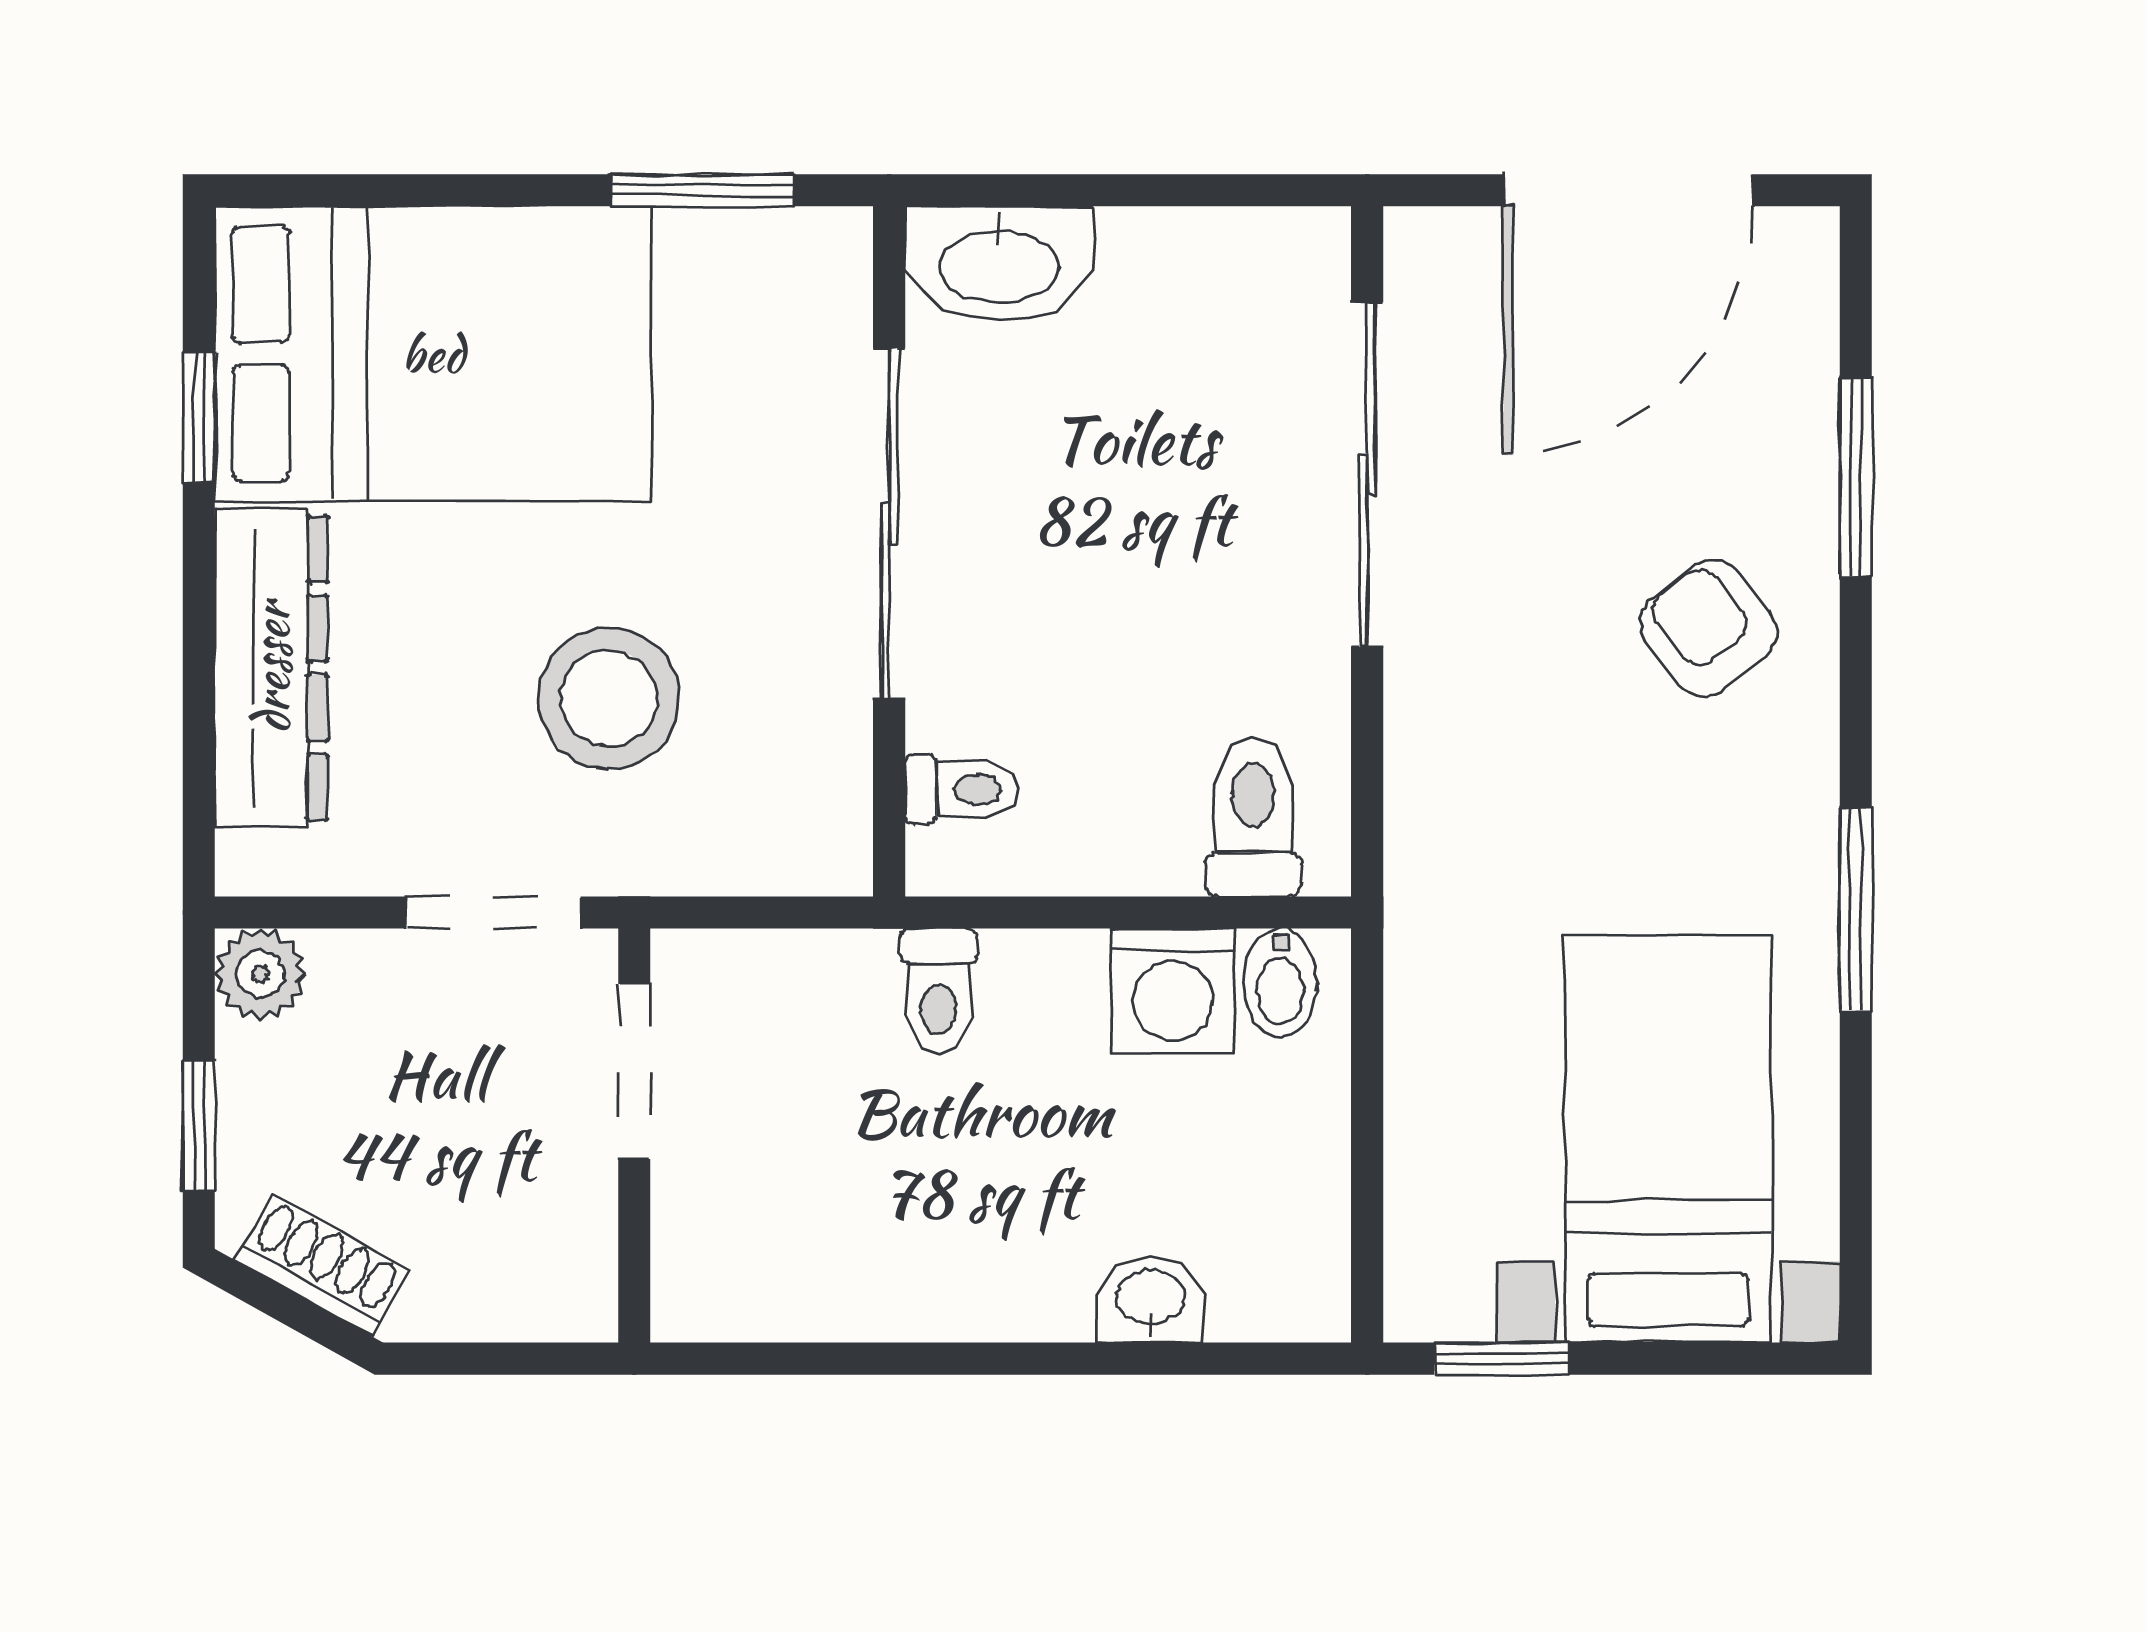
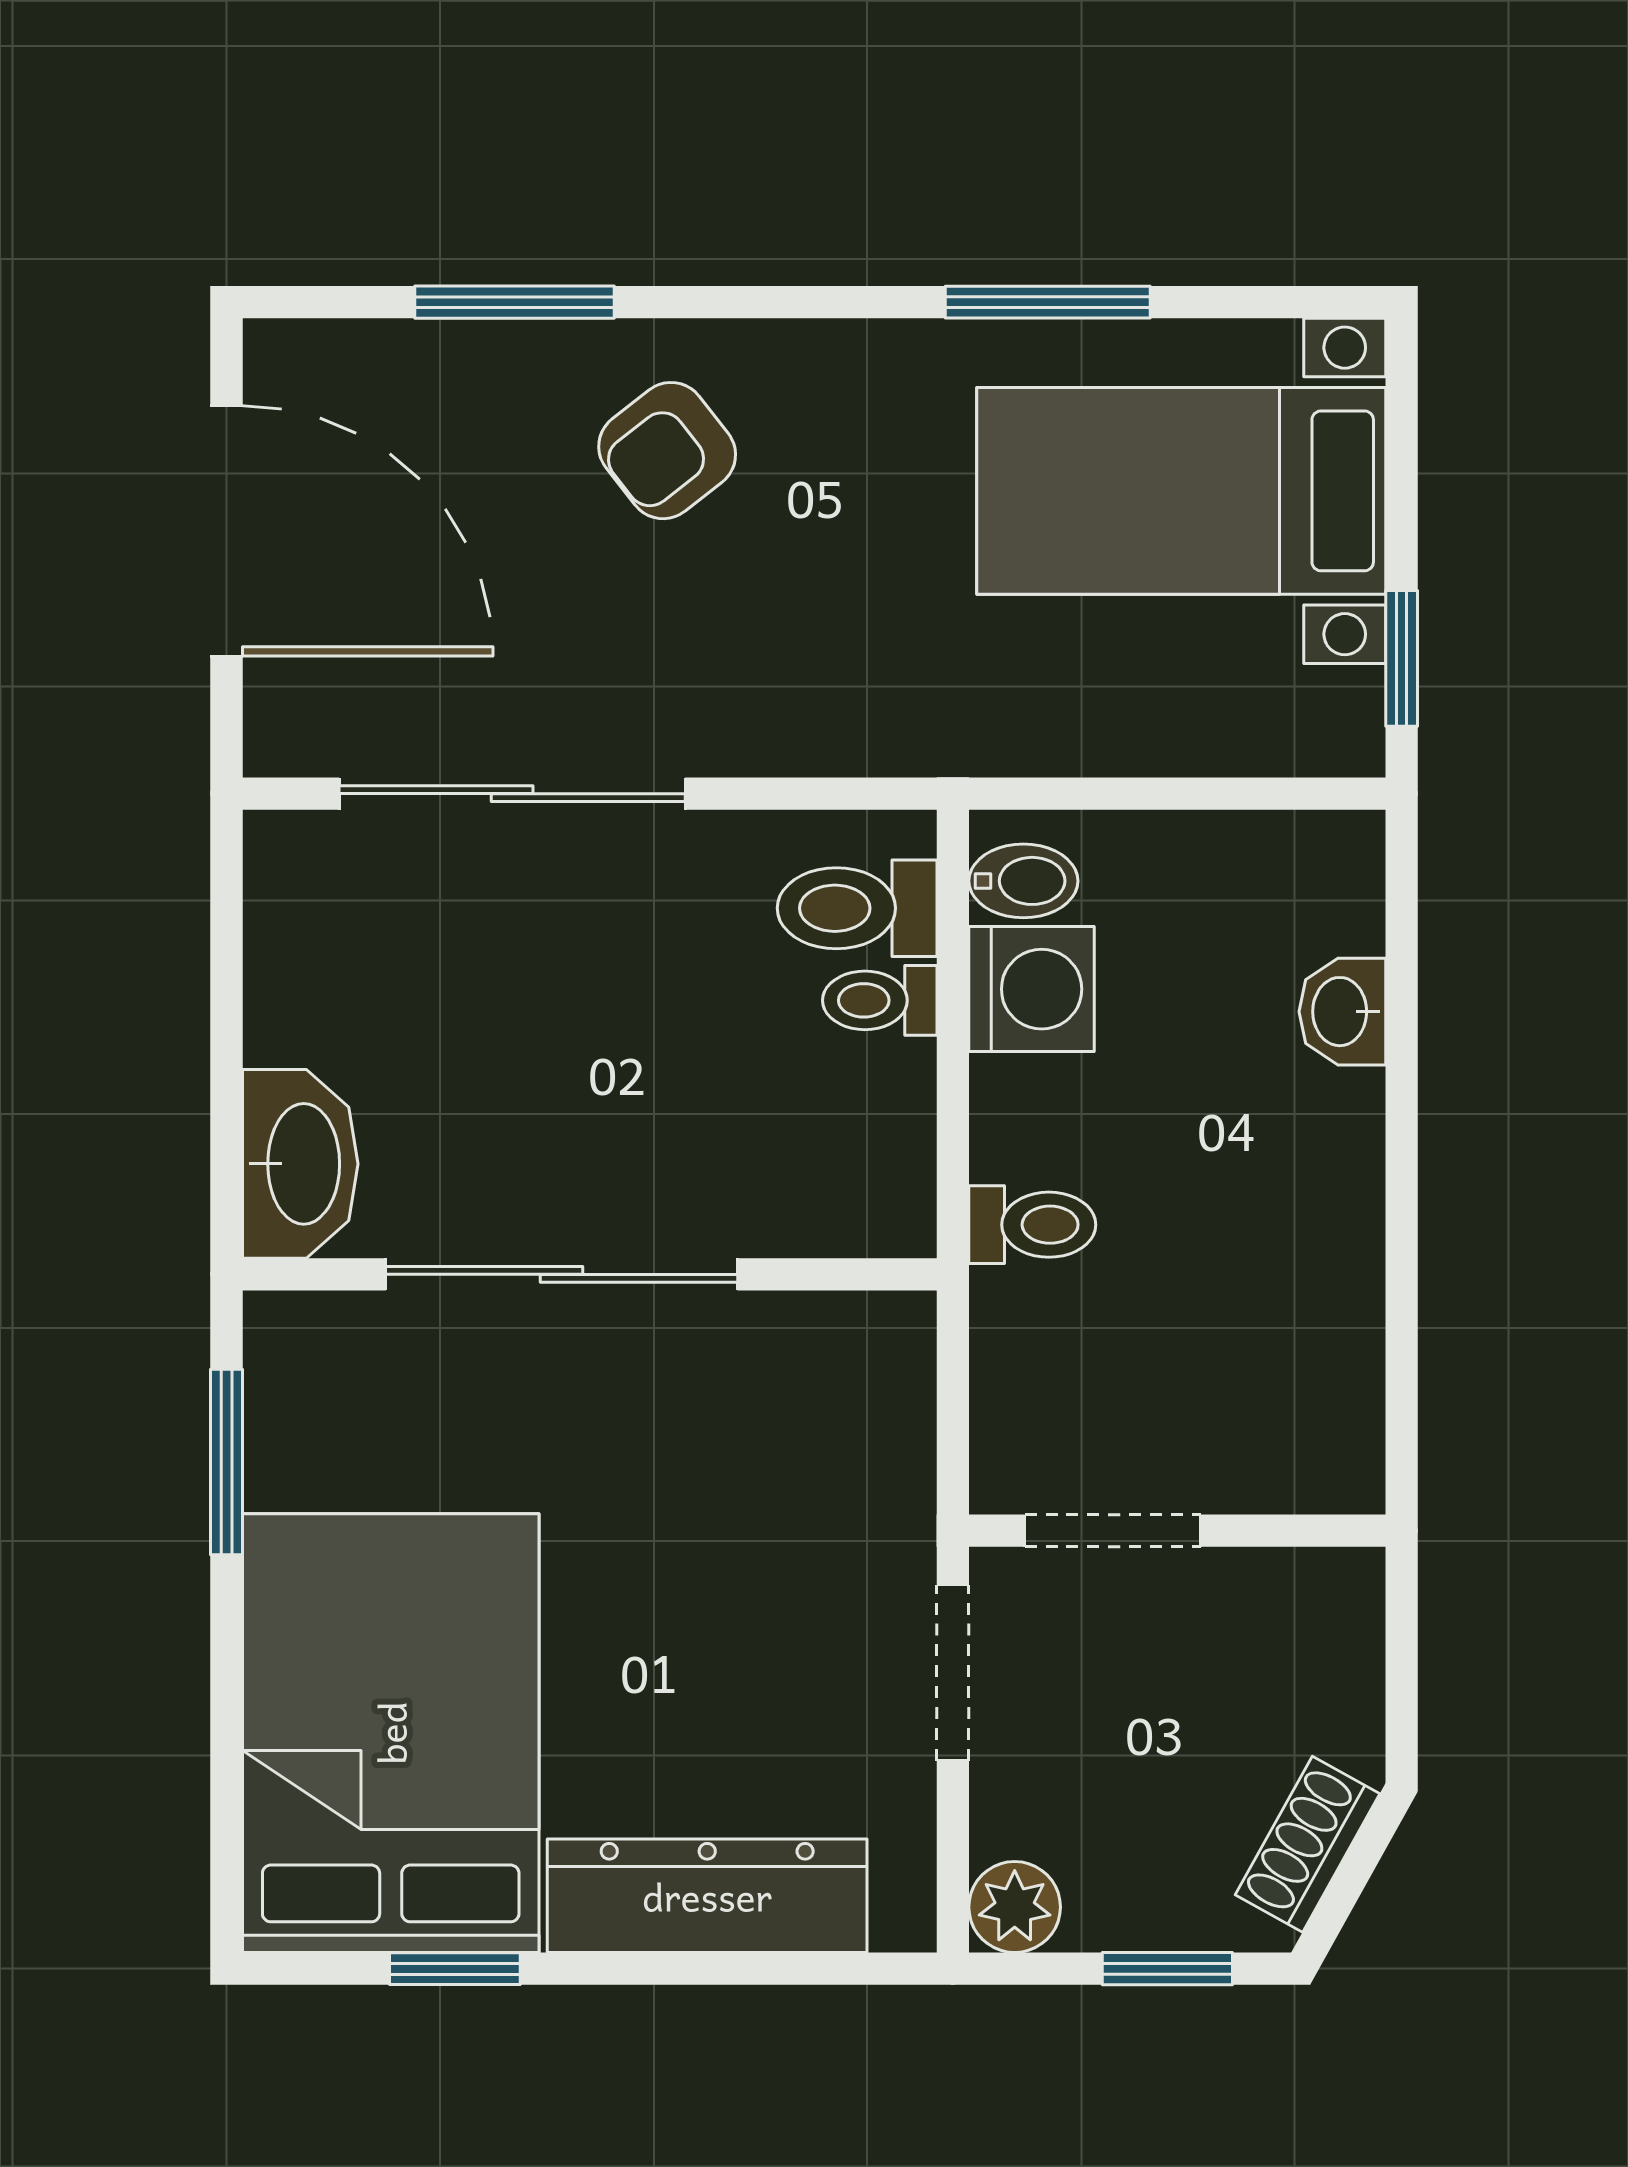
stool: (609, 698) -> (737, 1556), removed
toilet: (962, 789) -> (880, 1000), moved, turned -90
window: (1856, 909) -> (1048, 302), moved

